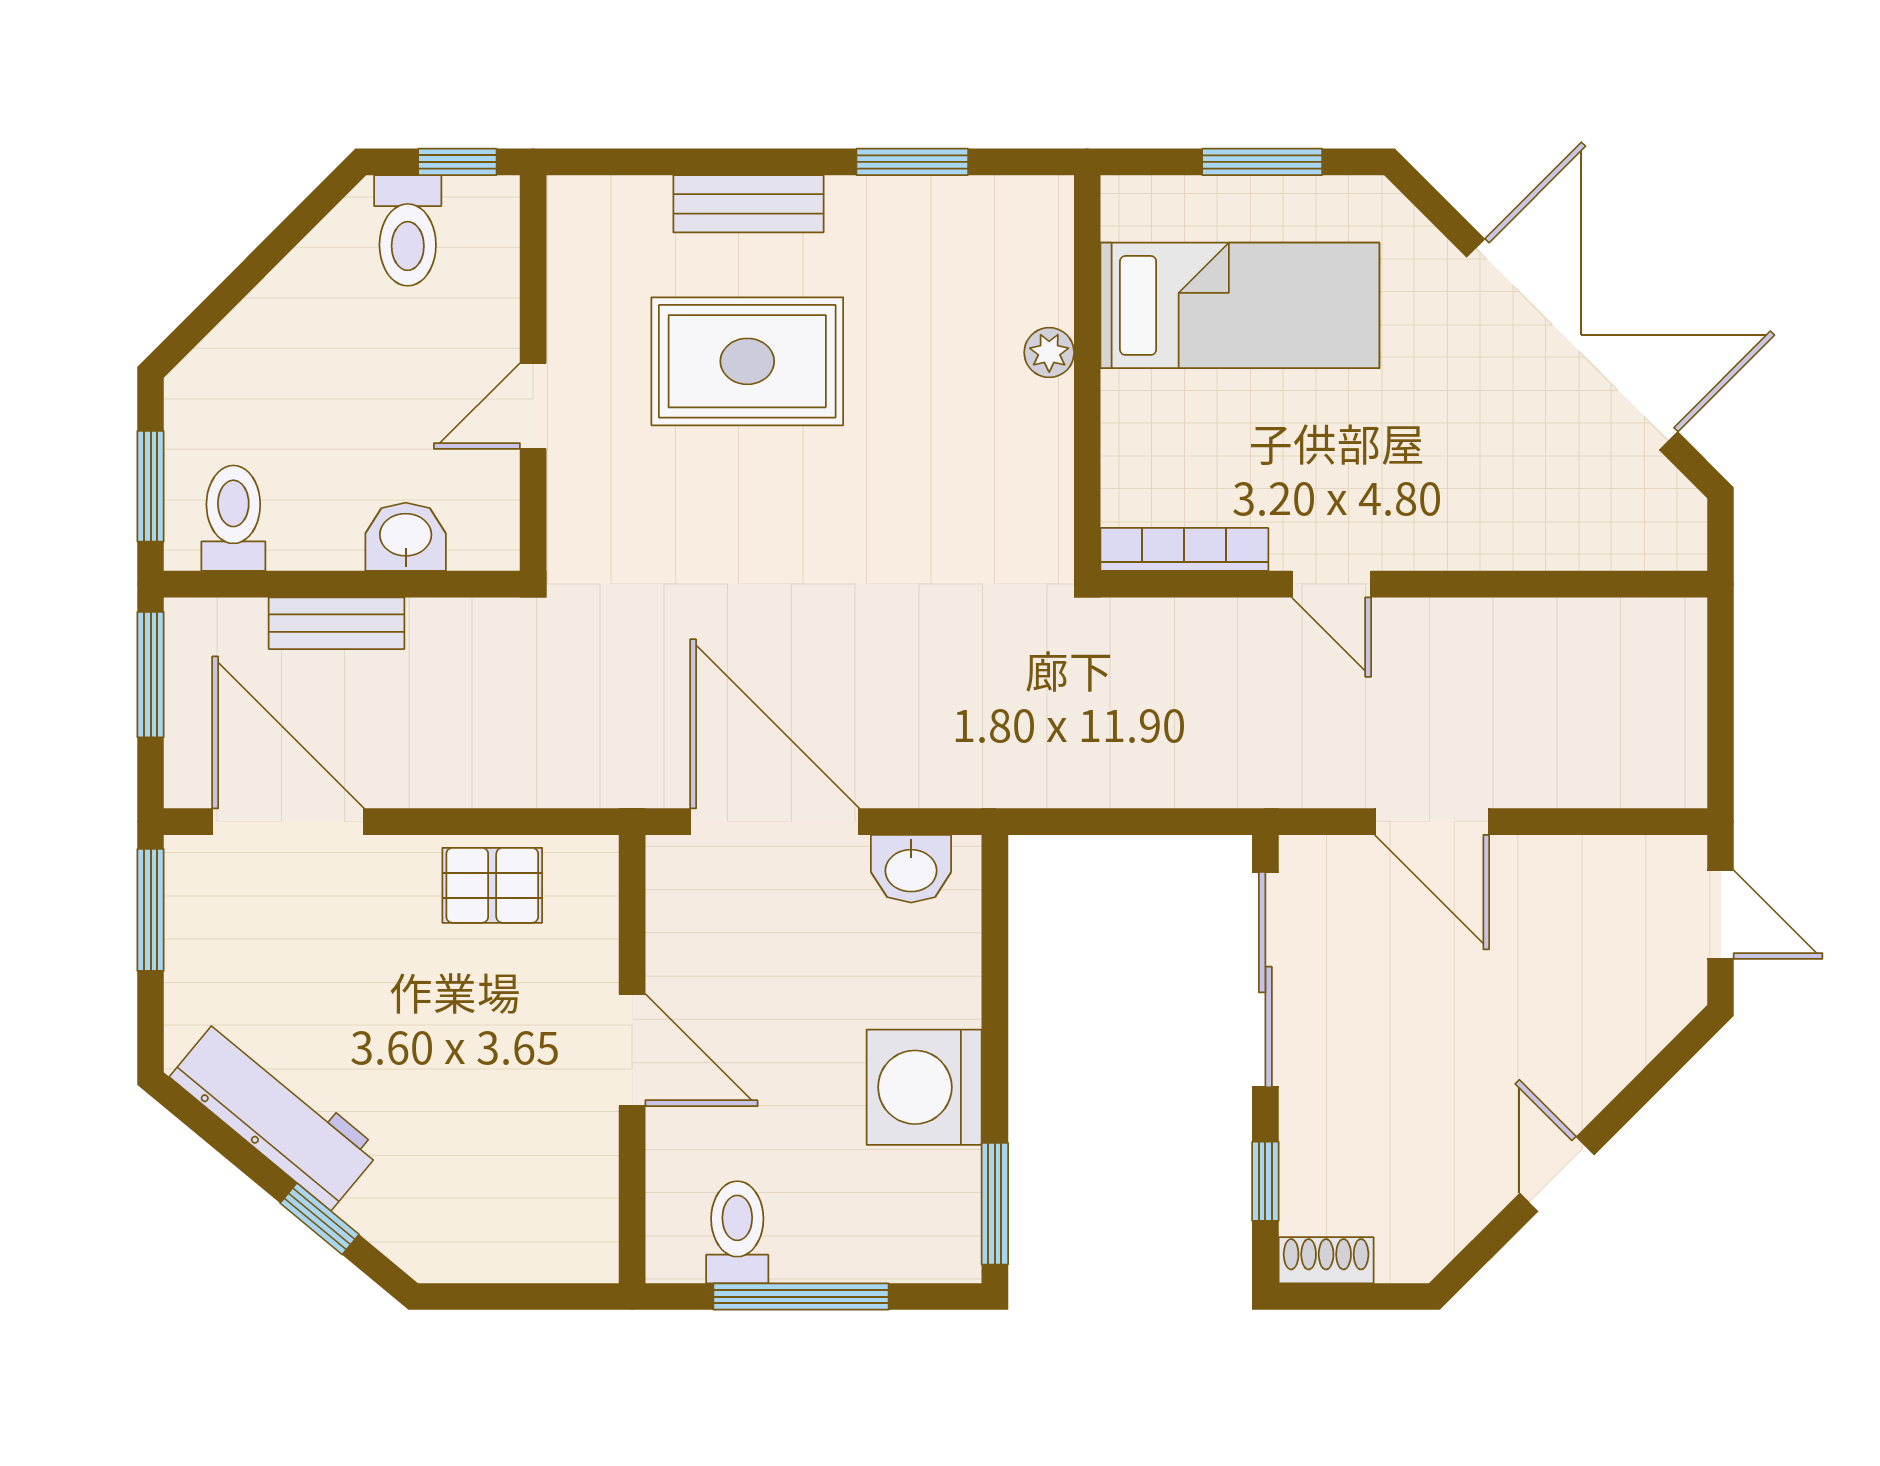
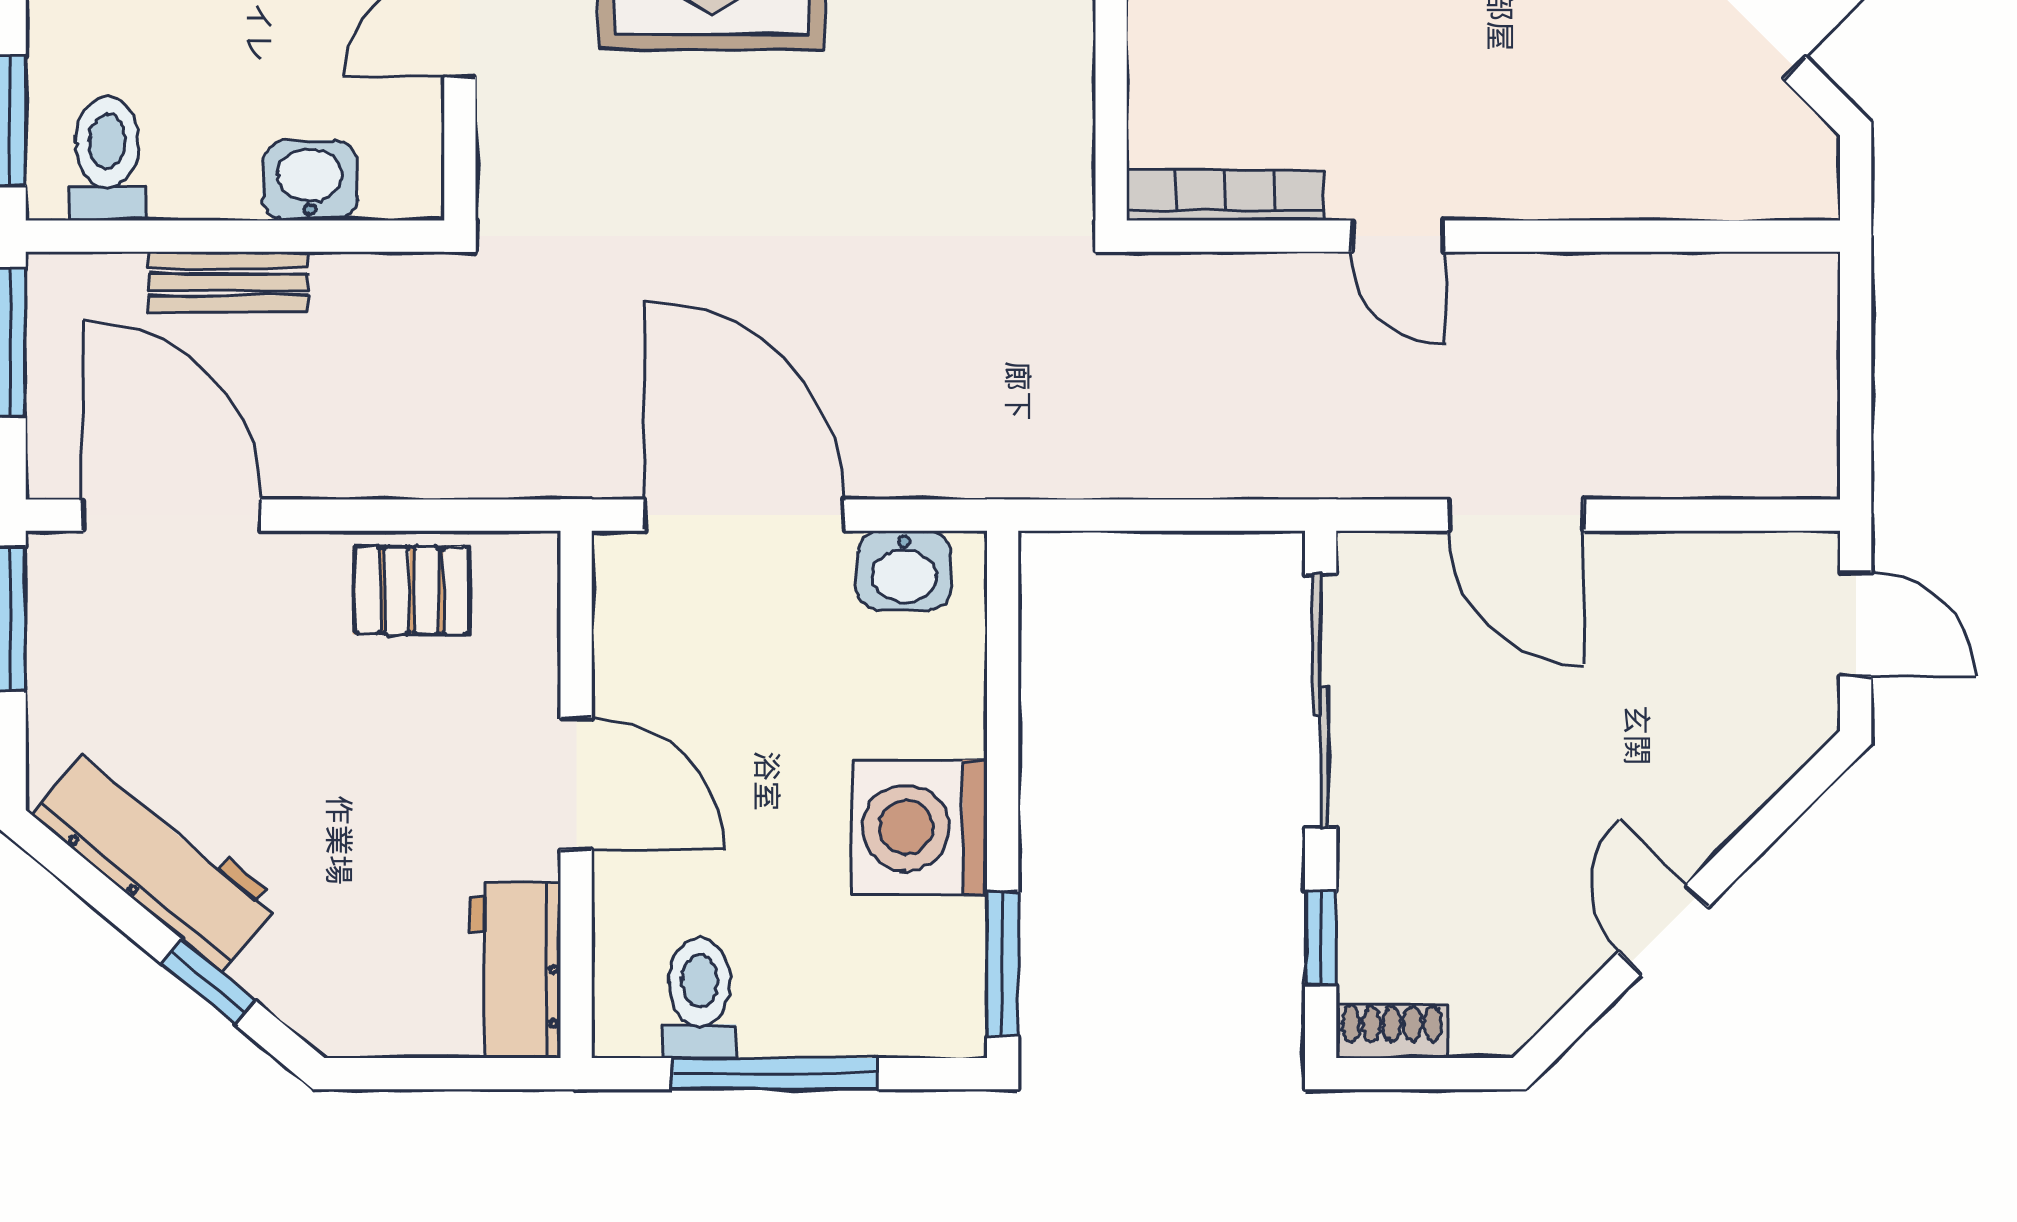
workbench: (580, 1209) -> (515, 970), added

